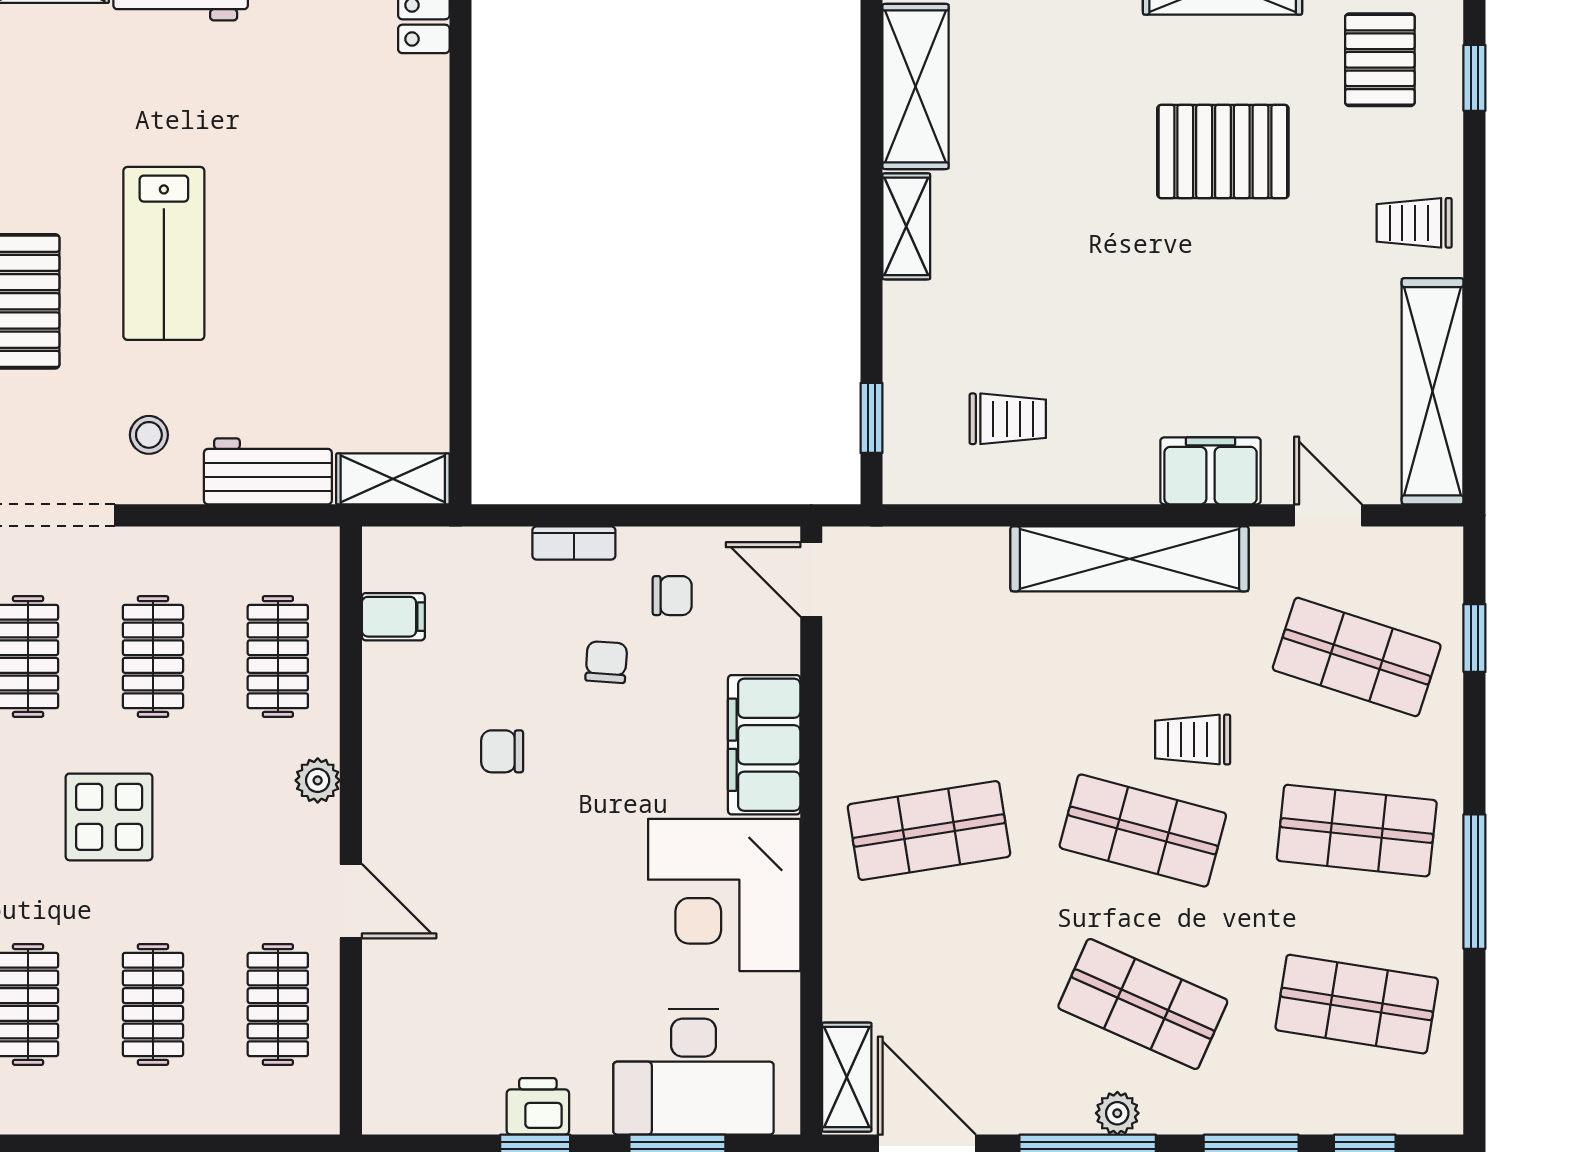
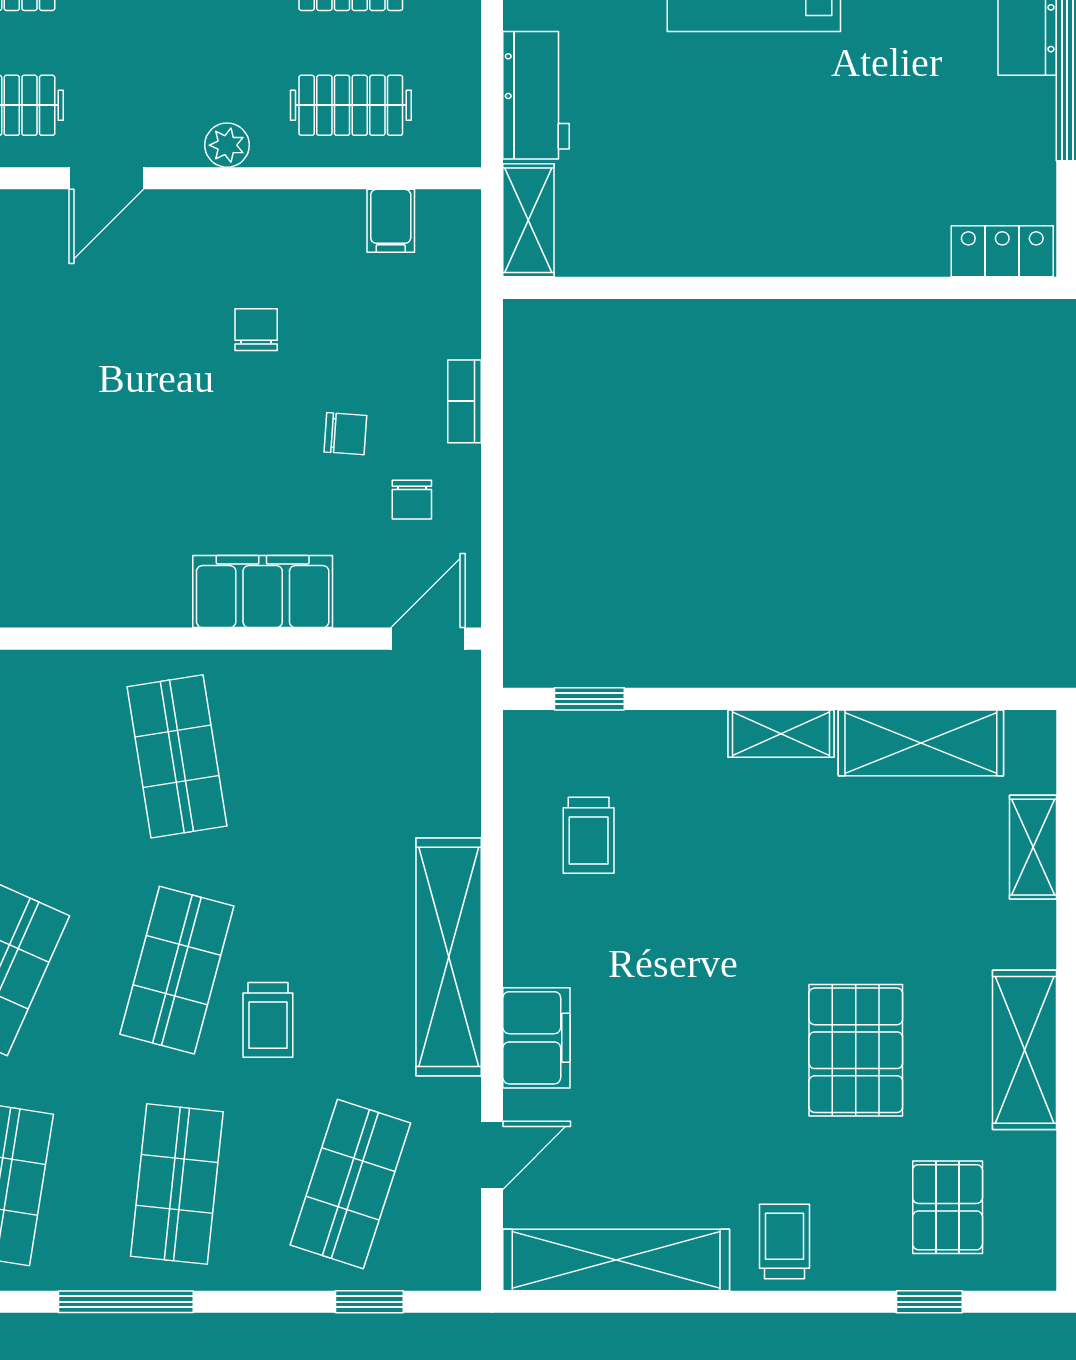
pallet: (1380, 60) -> (948, 1207), turned 90
trolley: (1193, 740) -> (268, 1020), turned 180
corner desk: (724, 895) -> (112, 552), removed

